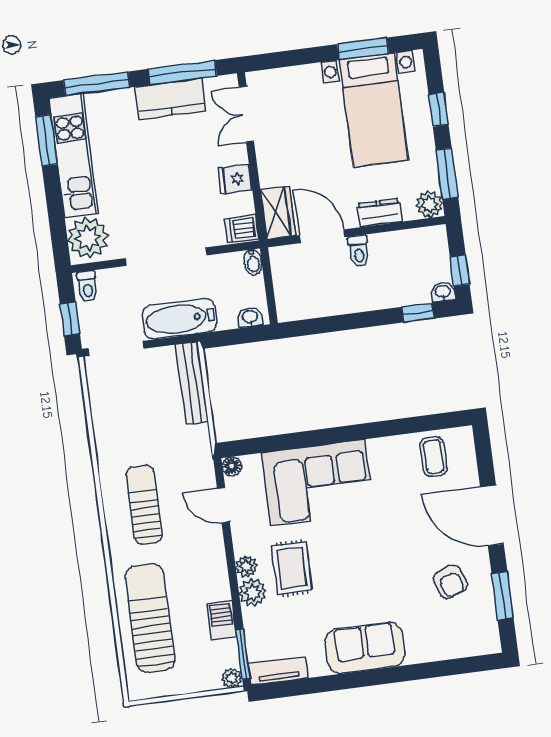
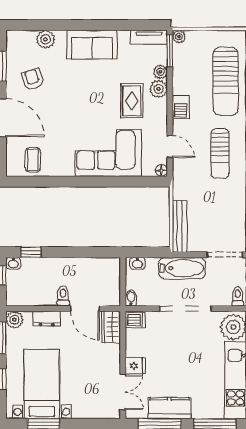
fridge: (235, 179) -> (135, 366), moved
plant: (246, 566) -> (160, 72), moved
barbecue: (222, 620) -> (181, 107), moved
plant: (439, 646) -> (45, 39), added

